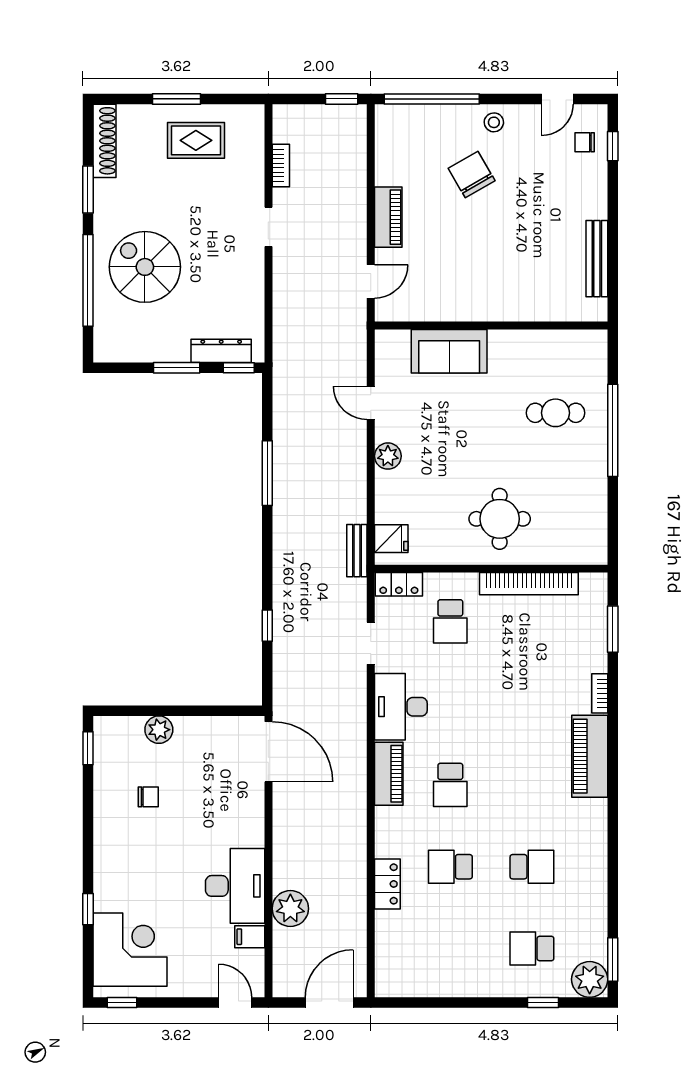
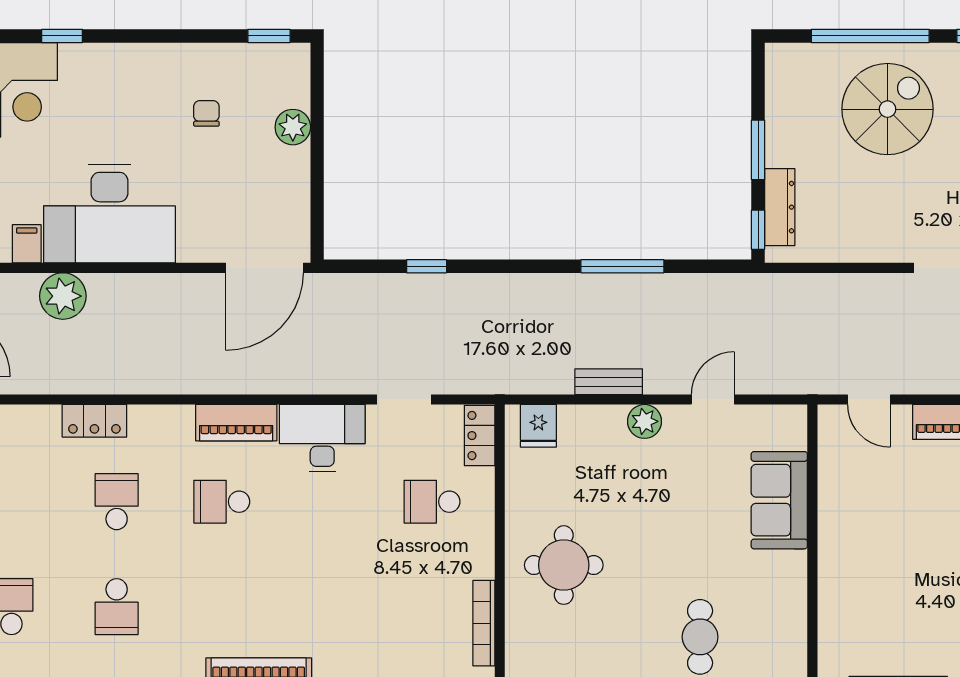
bench: (357, 551) -> (609, 382), moved
bookcase: (529, 584) -> (484, 623), width x0.68, depth x0.76
chair: (148, 797) -> (206, 113), turned 180
desk: (235, 886) -> (109, 214), width x1.36, depth x1.30

